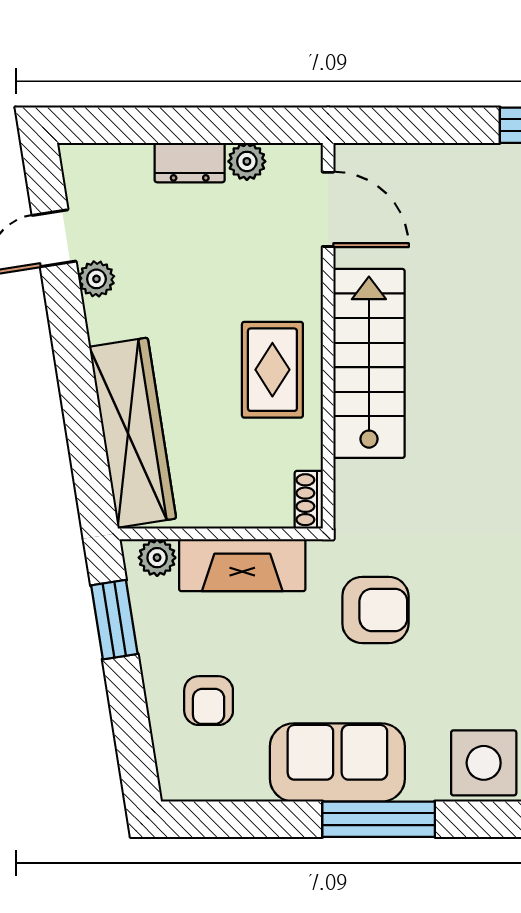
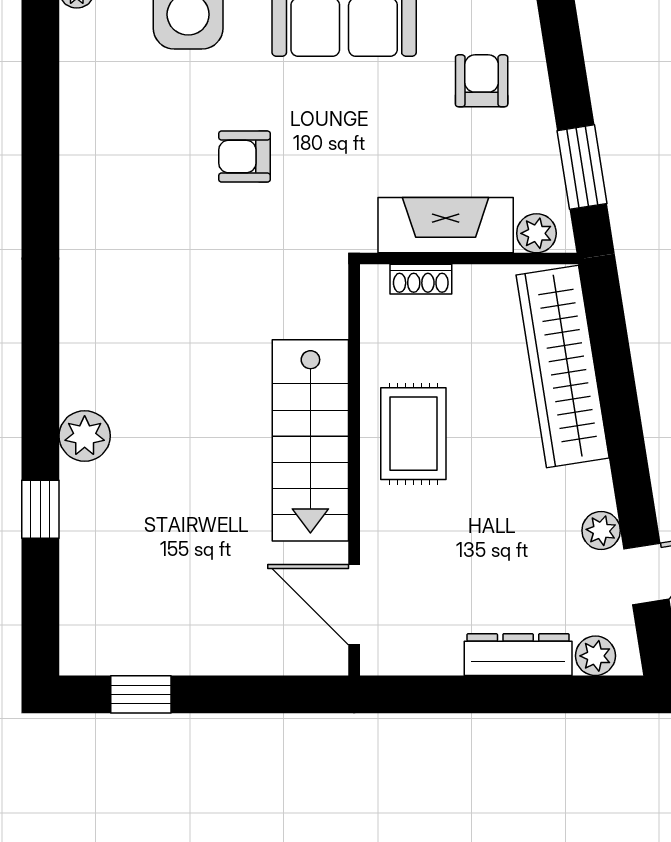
plant: (247, 161) -> (595, 656), moved
dresser: (190, 163) -> (518, 655), width x1.44
shoe rack: (309, 500) -> (421, 279), moved, turned 90
armchair: (375, 610) -> (245, 157), moved, width x0.72, depth x0.72

